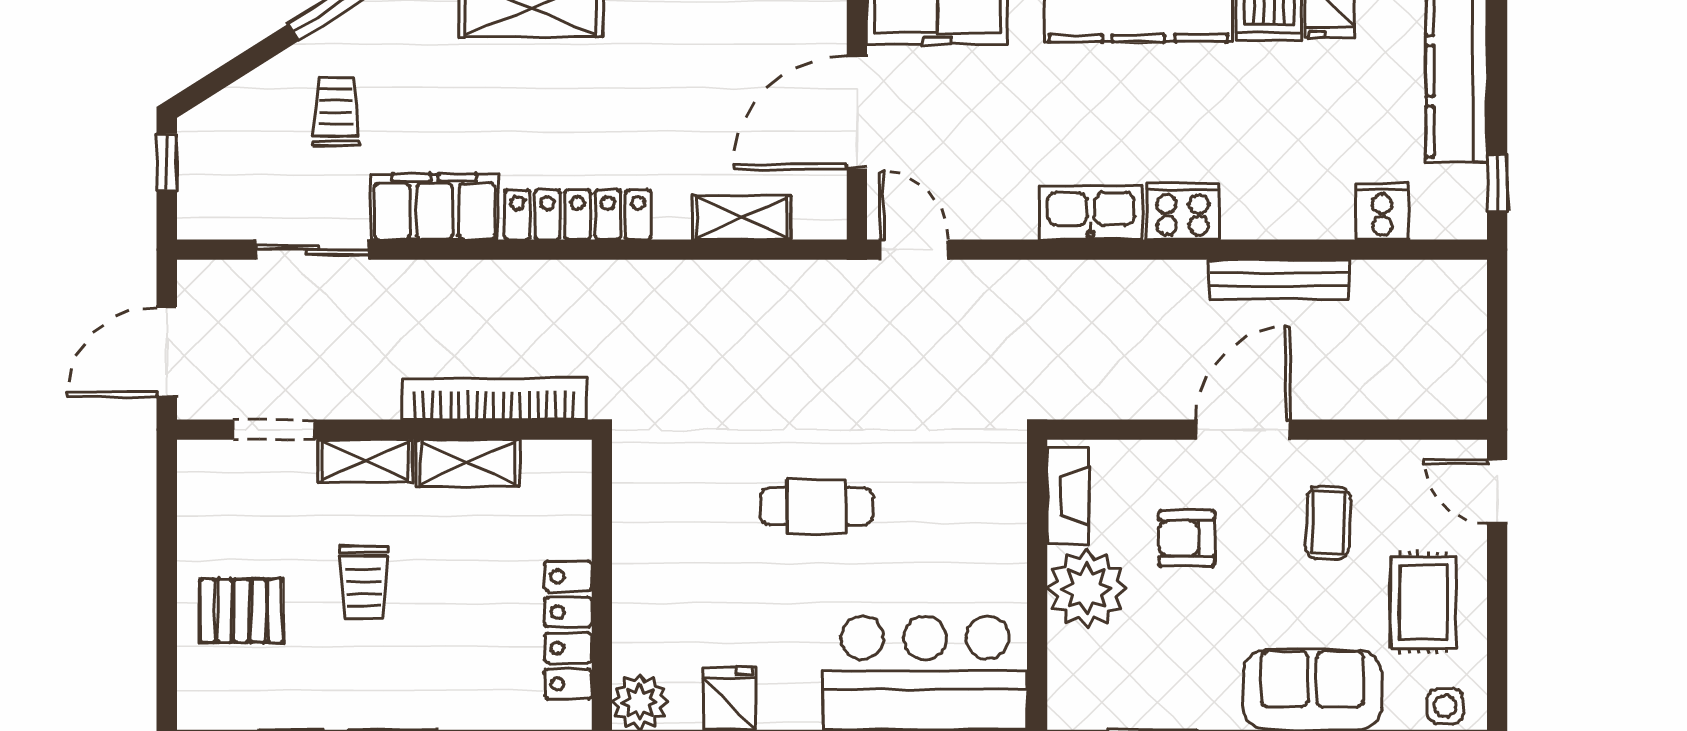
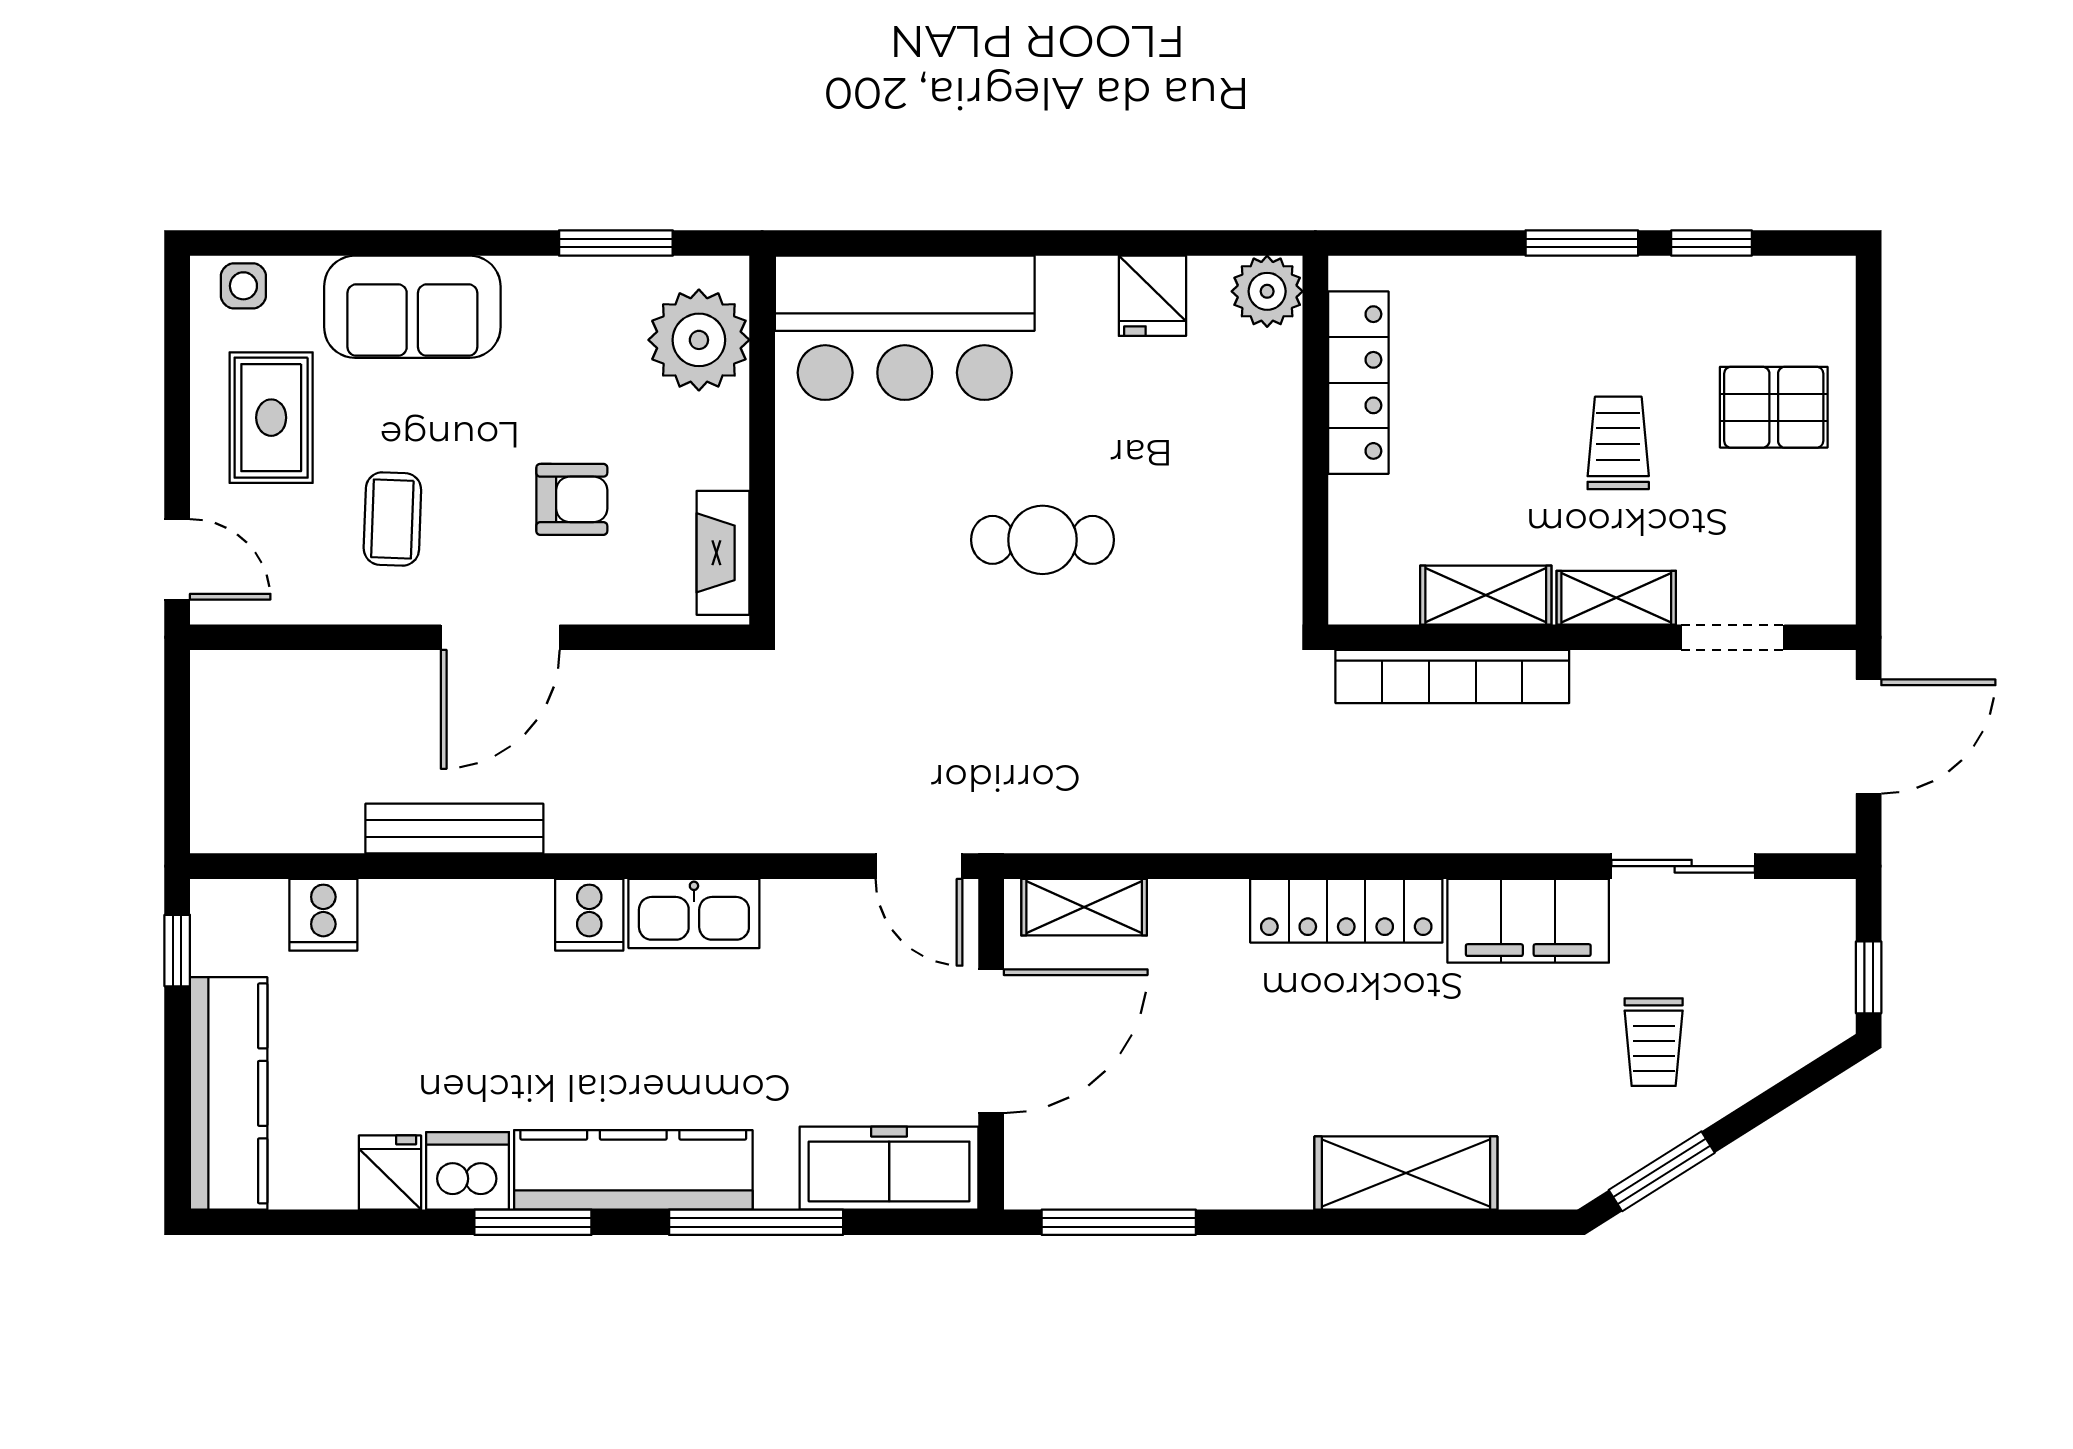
cooker: (1183, 211) -> (589, 915), width x0.73
shelving: (742, 217) -> (1084, 907), moved
plant: (1087, 589) -> (699, 340), moved

